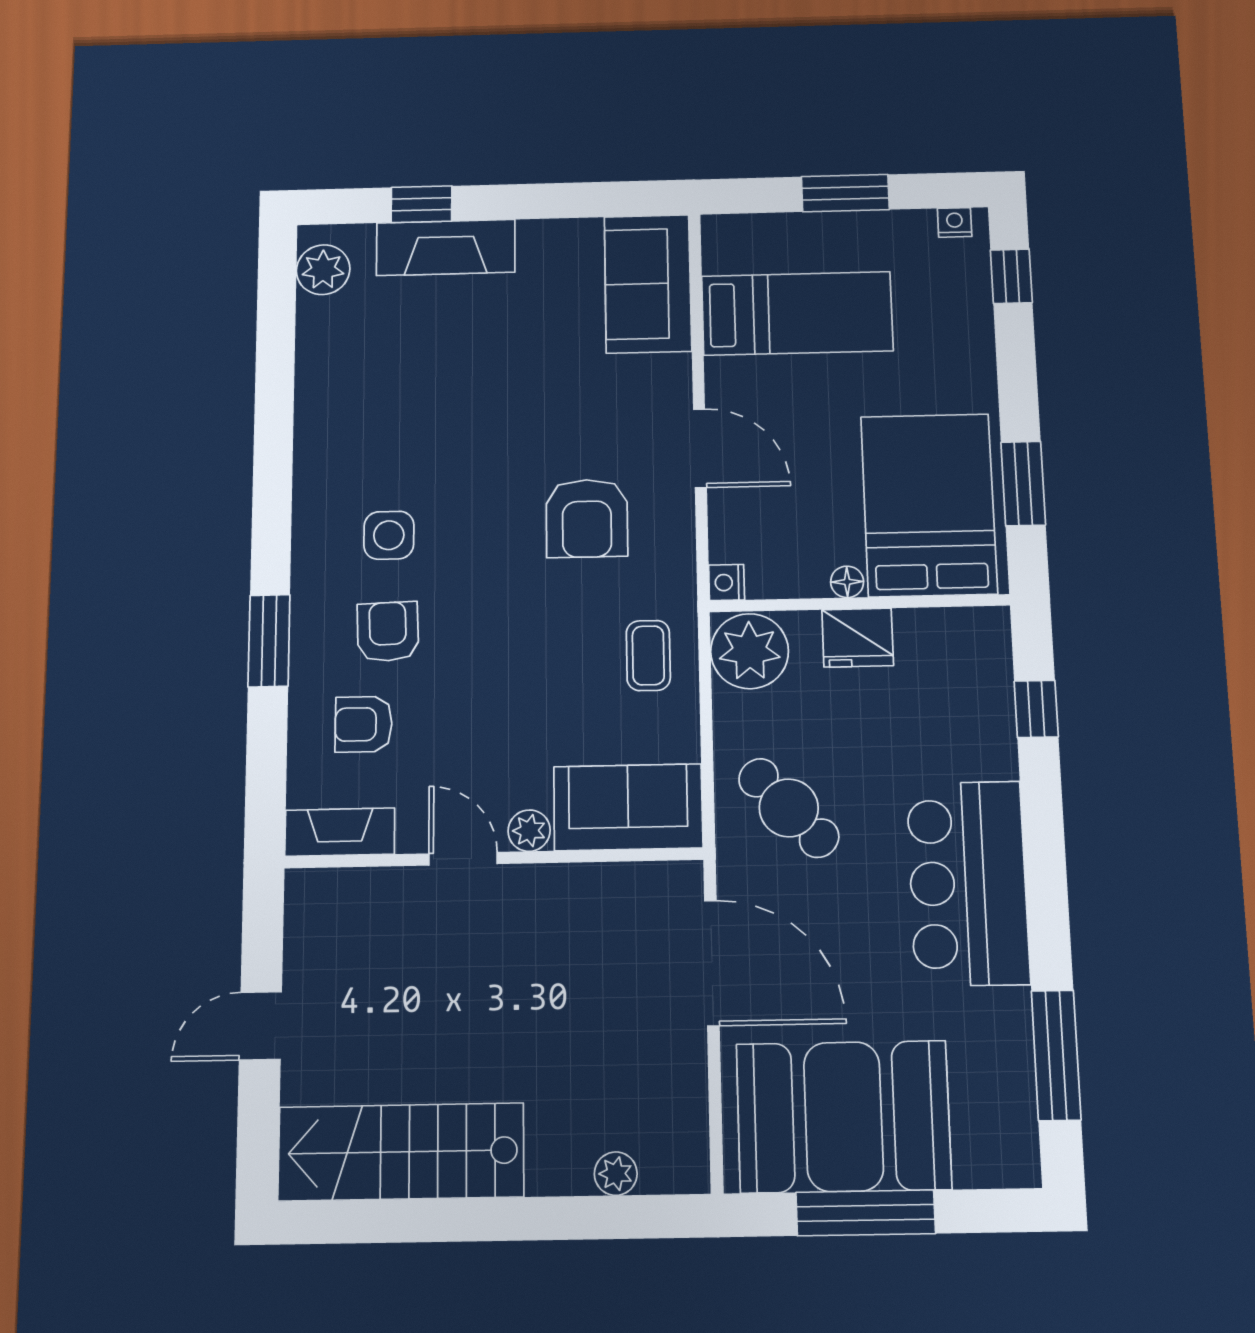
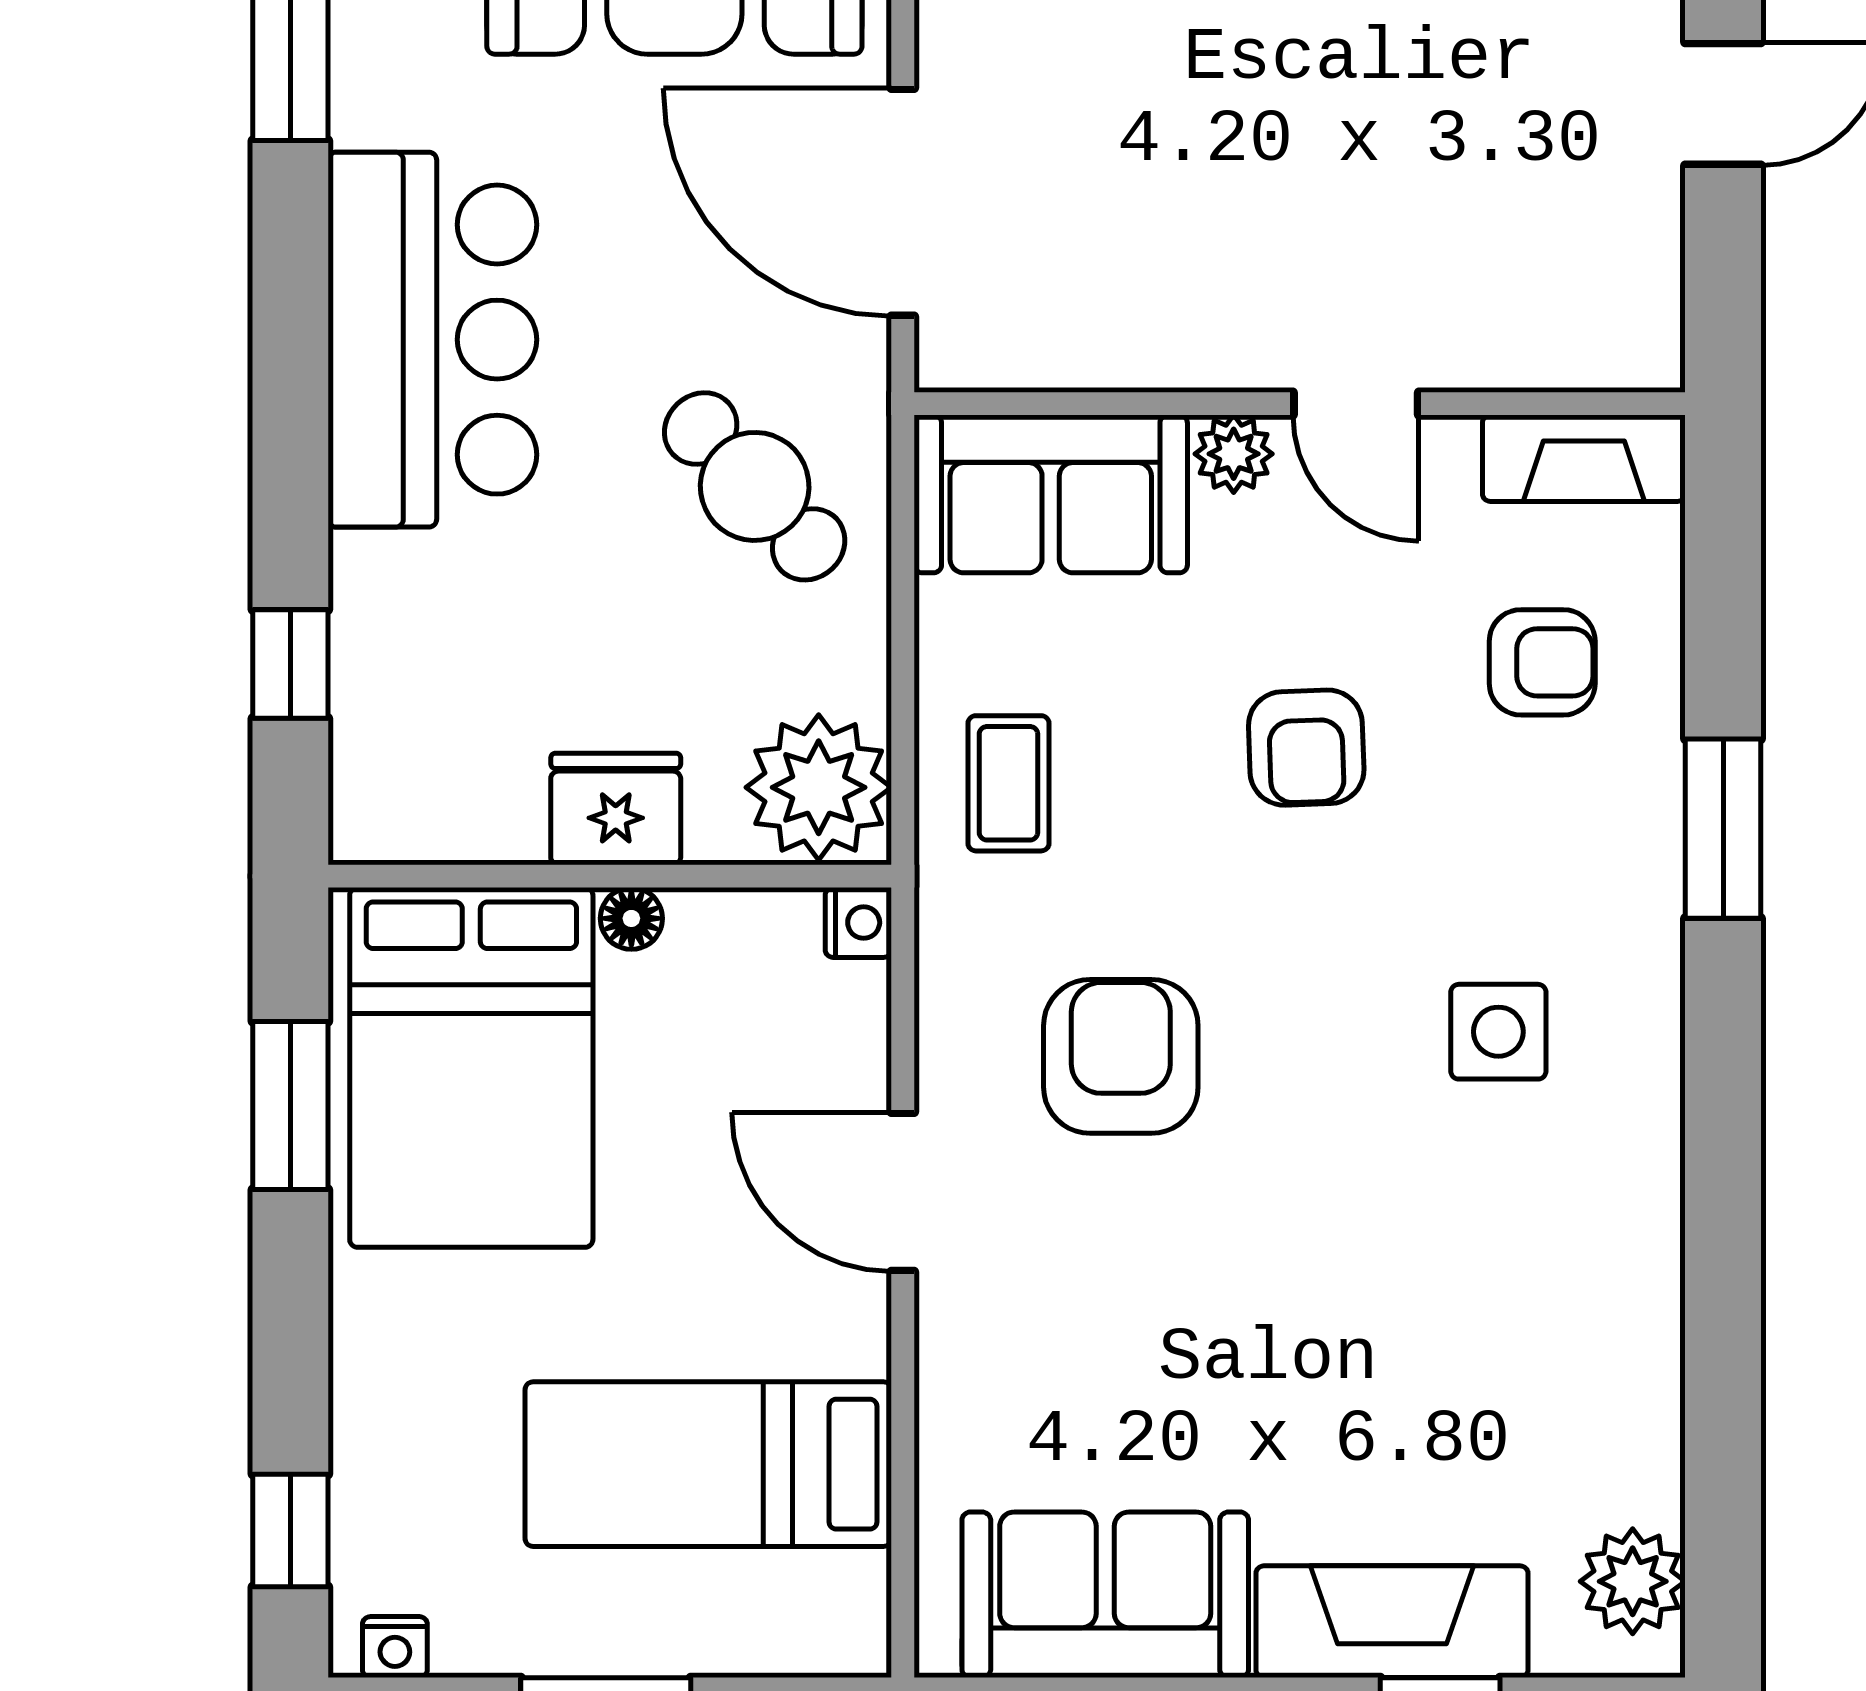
sofa: (648, 284) -> (1105, 1595), moved, turned -90
armchair: (388, 632) -> (1306, 748), moved

